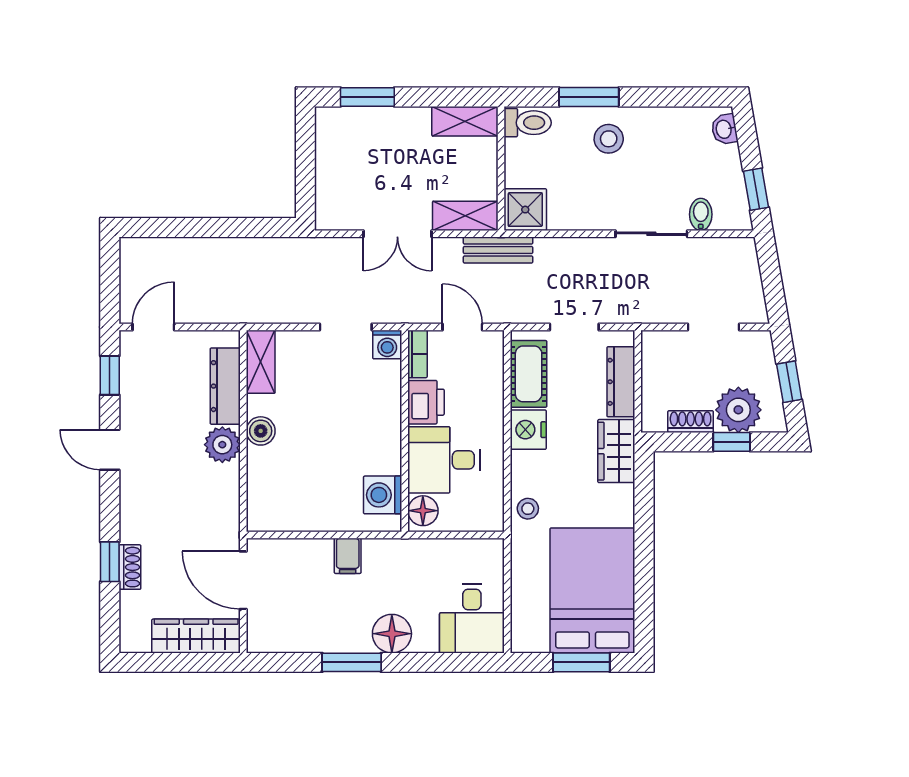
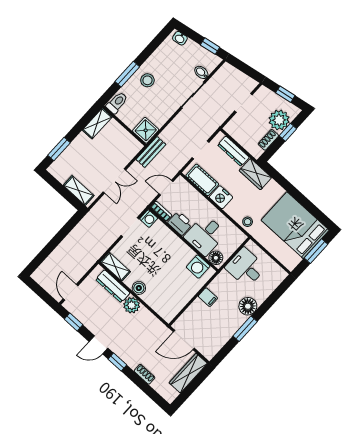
shelving: (465, 216) -> (79, 190), moved, turned 90
window: (110, 562) -> (117, 362), moved
desk: (472, 618) -> (246, 267), moved, turned 180

